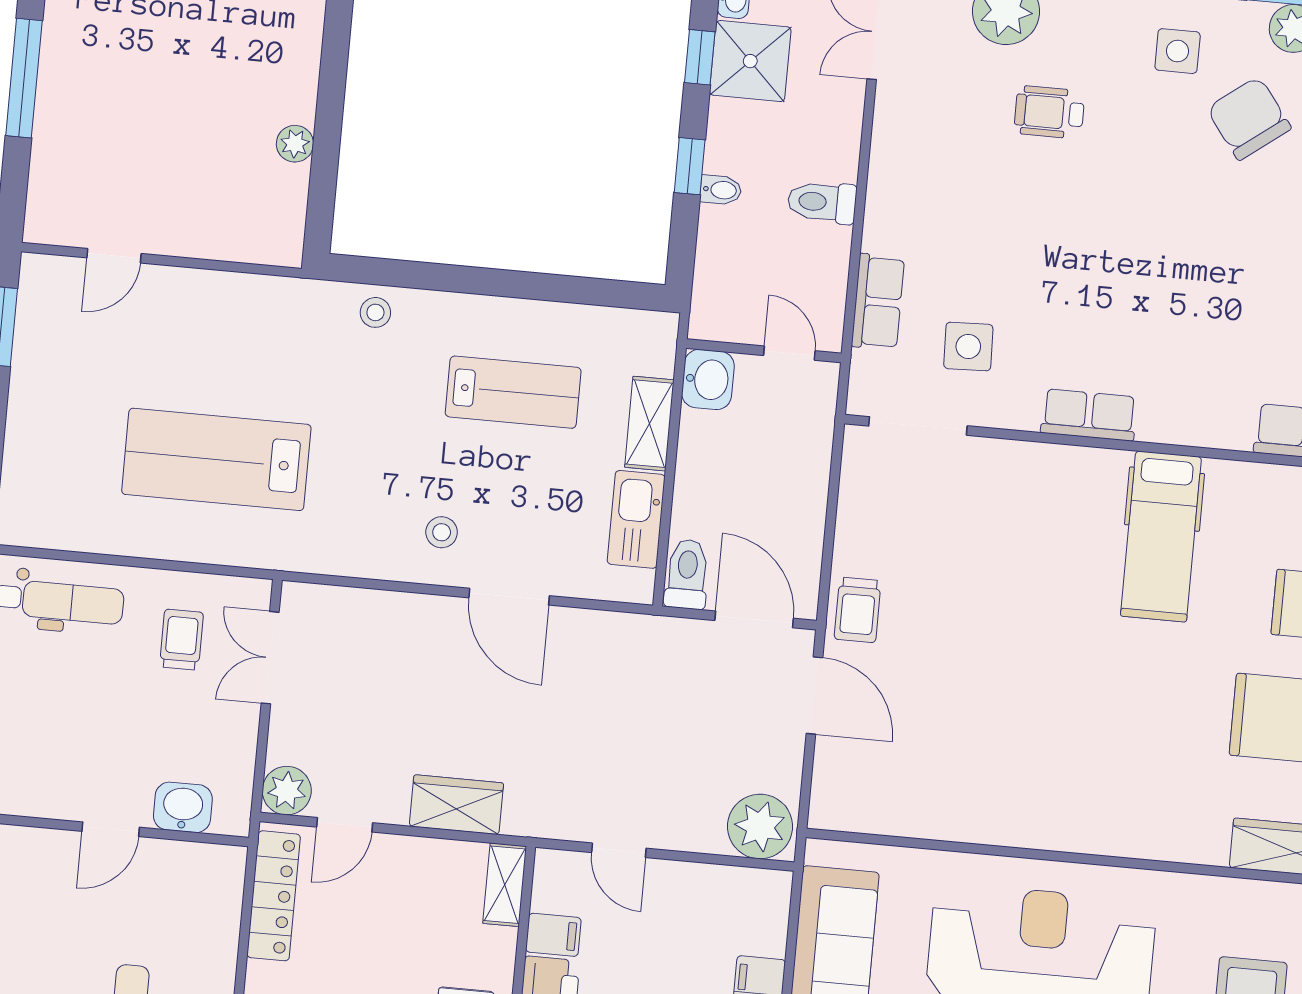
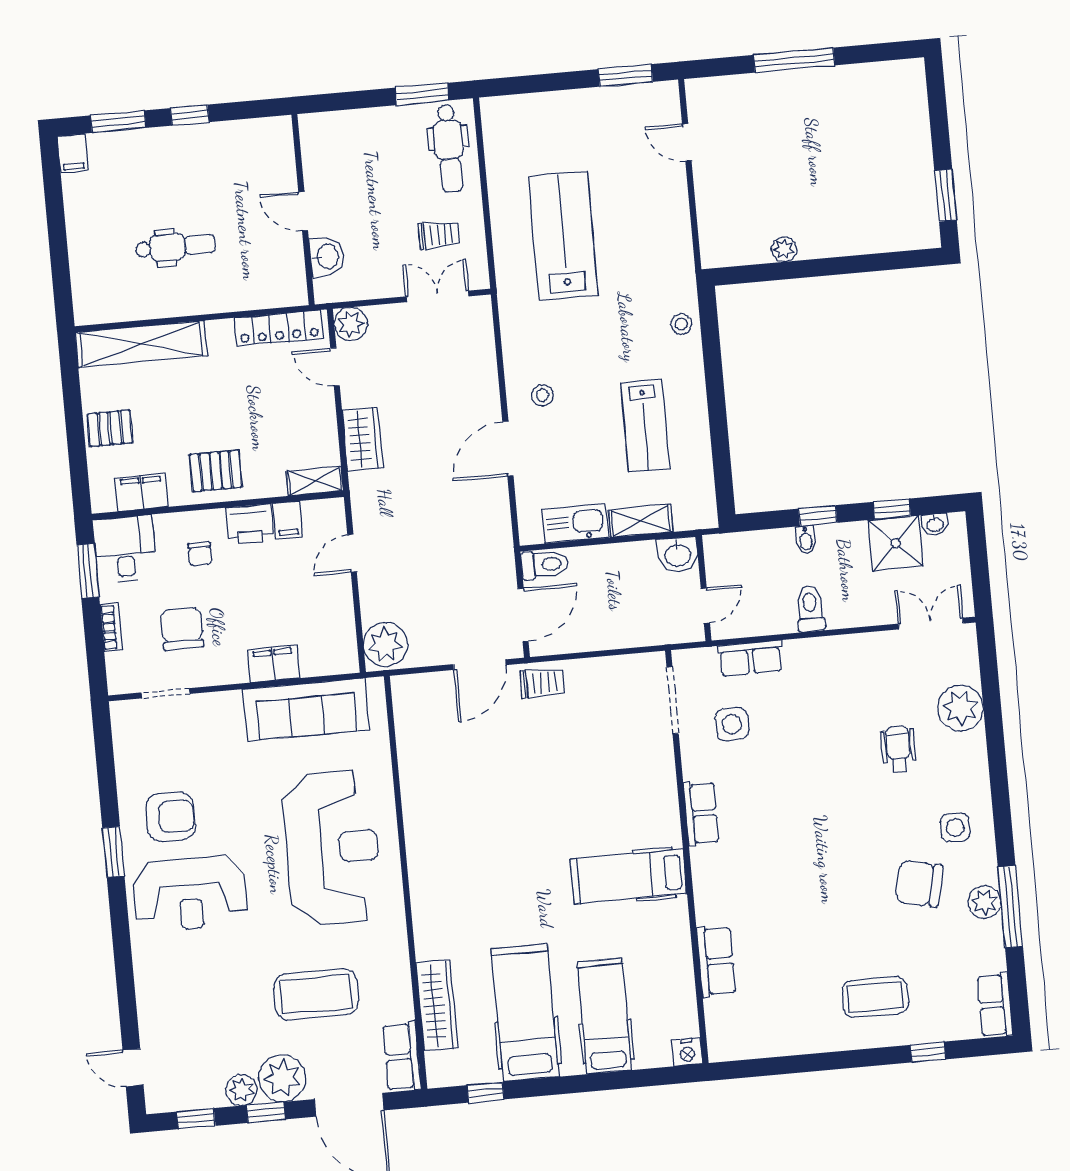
chair: (1249, 118) -> (919, 883), turned -130
trolley: (858, 610) -> (542, 683), turned 180

